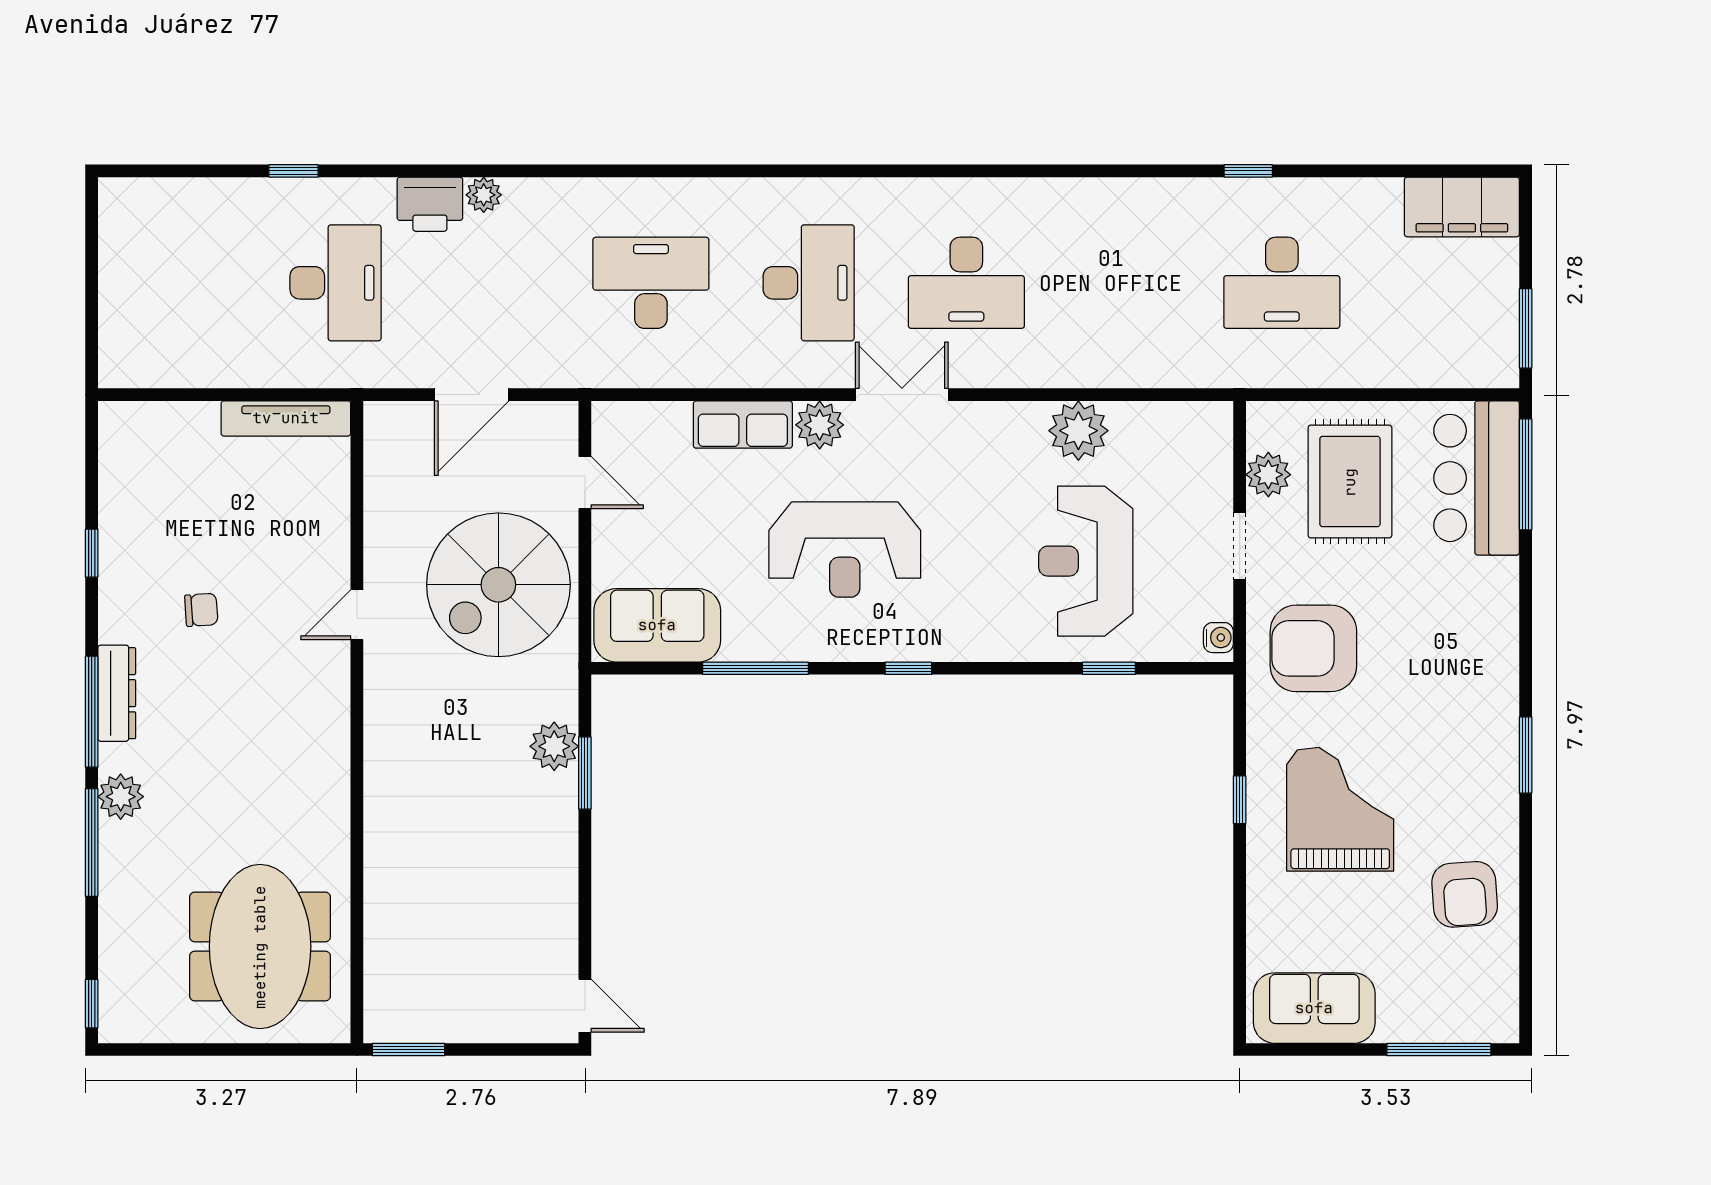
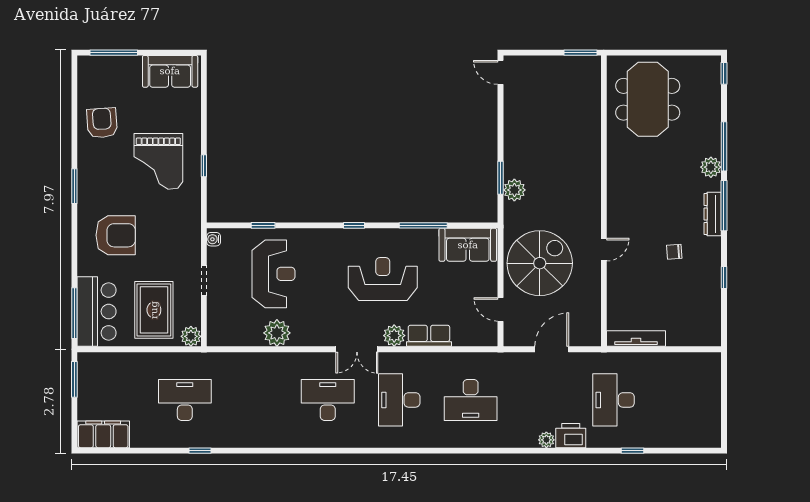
plant: (1268, 475) -> (191, 336), moved
armchair: (1313, 648) -> (116, 235), moved

